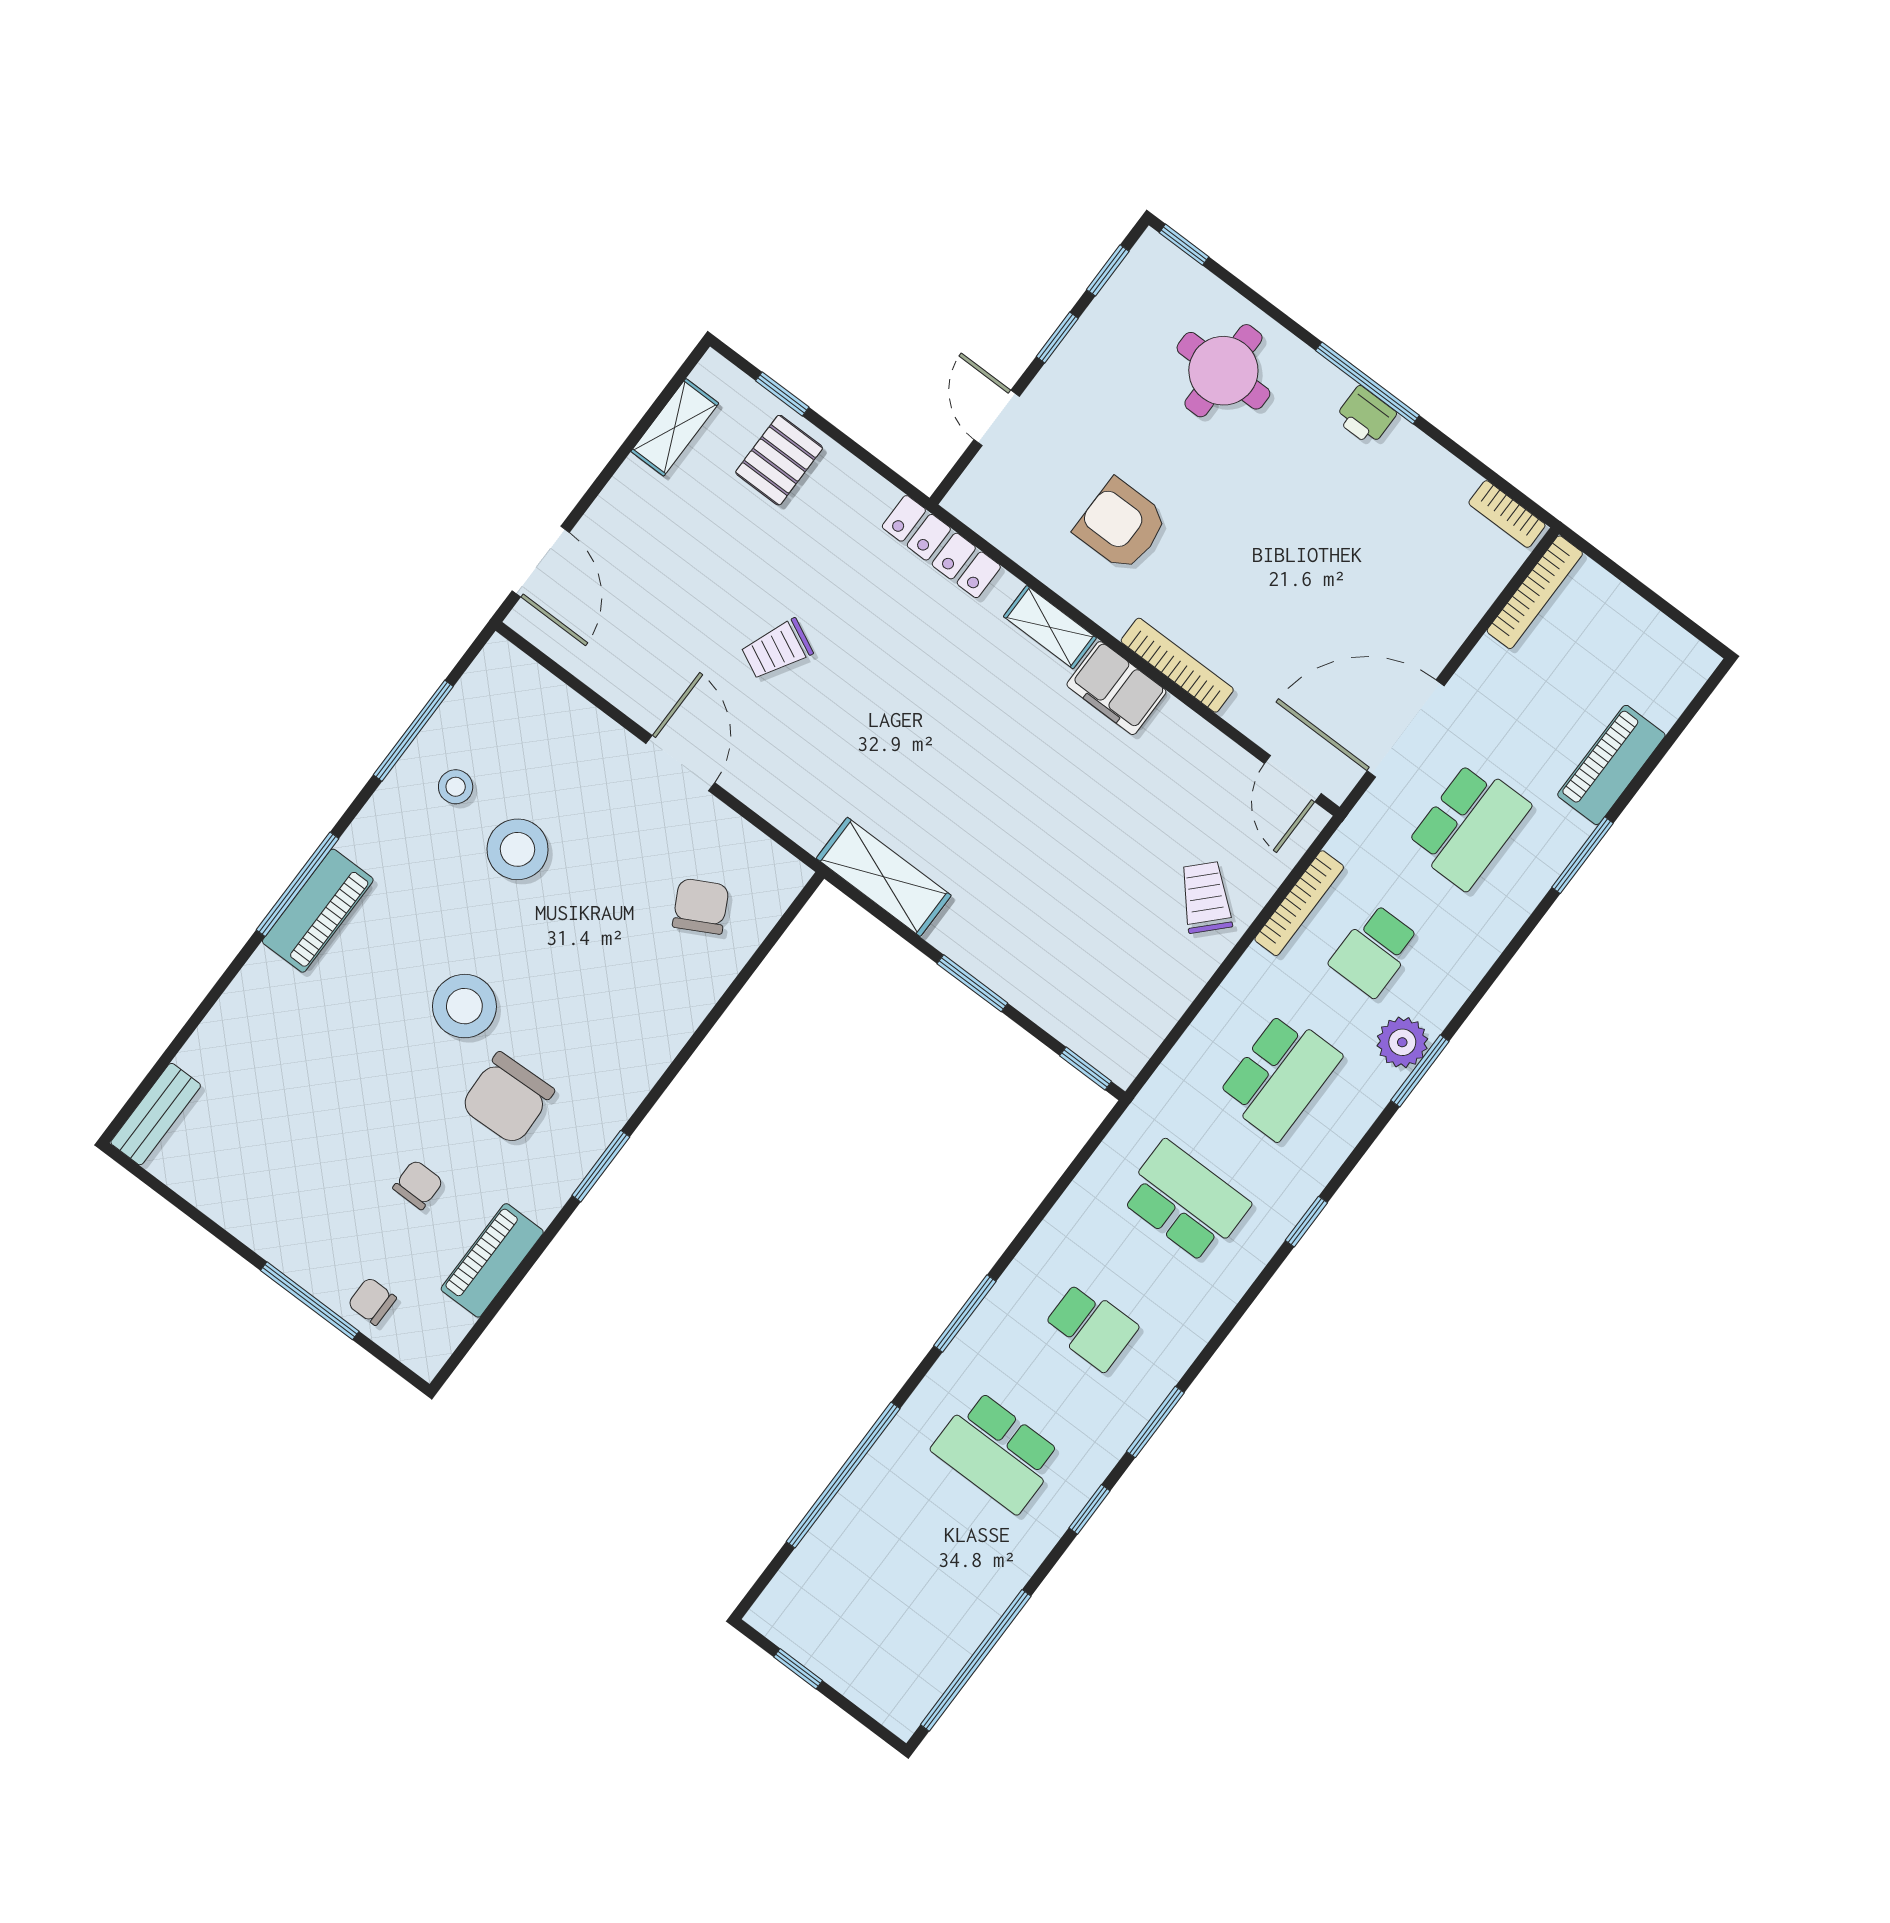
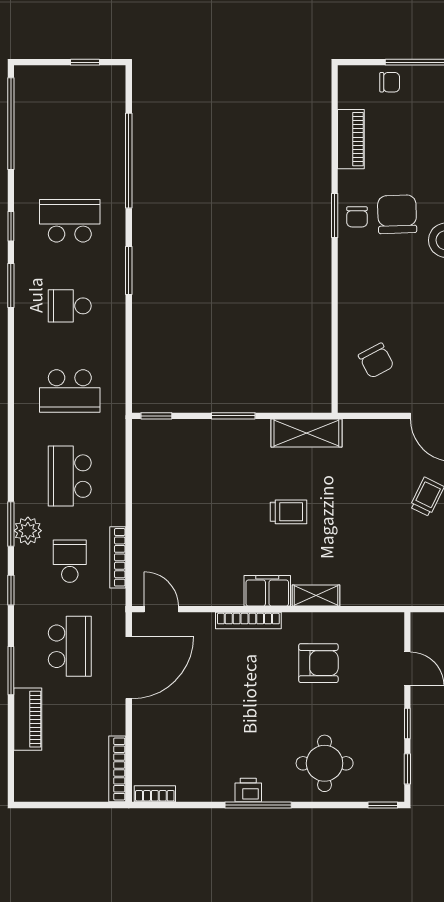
locker: (941, 547) -> (389, 595), removed
school desk: (1469, 826) -> (70, 646), turned 180
trolley: (1206, 897) -> (288, 512), moved, turned -44
chair: (418, 1185) -> (357, 217), moved
window: (1306, 1222) -> (11, 590), moved

